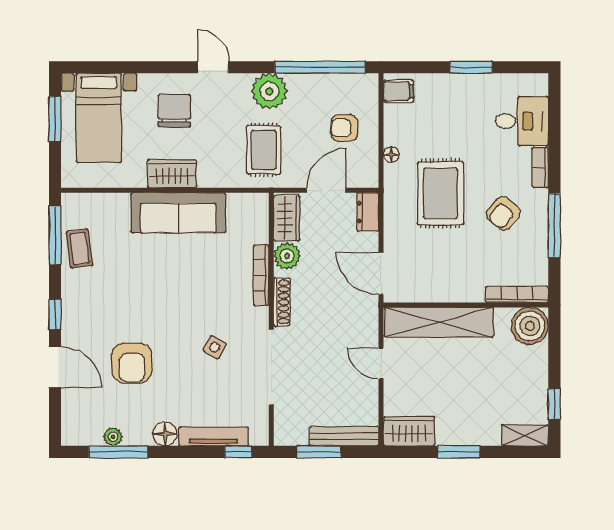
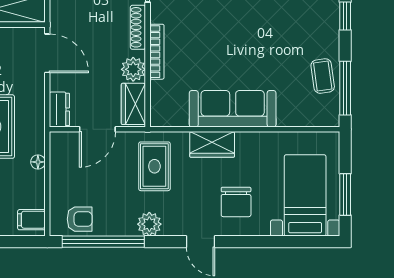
plant: (269, 91) -> (149, 224), width x0.73, depth x0.73
armchair: (344, 128) -> (80, 219), moved
wardrobe: (172, 174) -> (212, 144), moved

